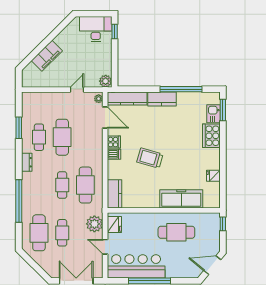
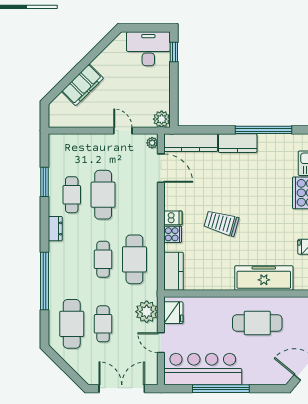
door: (77, 90) -> (123, 131), hinge flipped
cooker: (114, 142) -> (173, 234), moved

